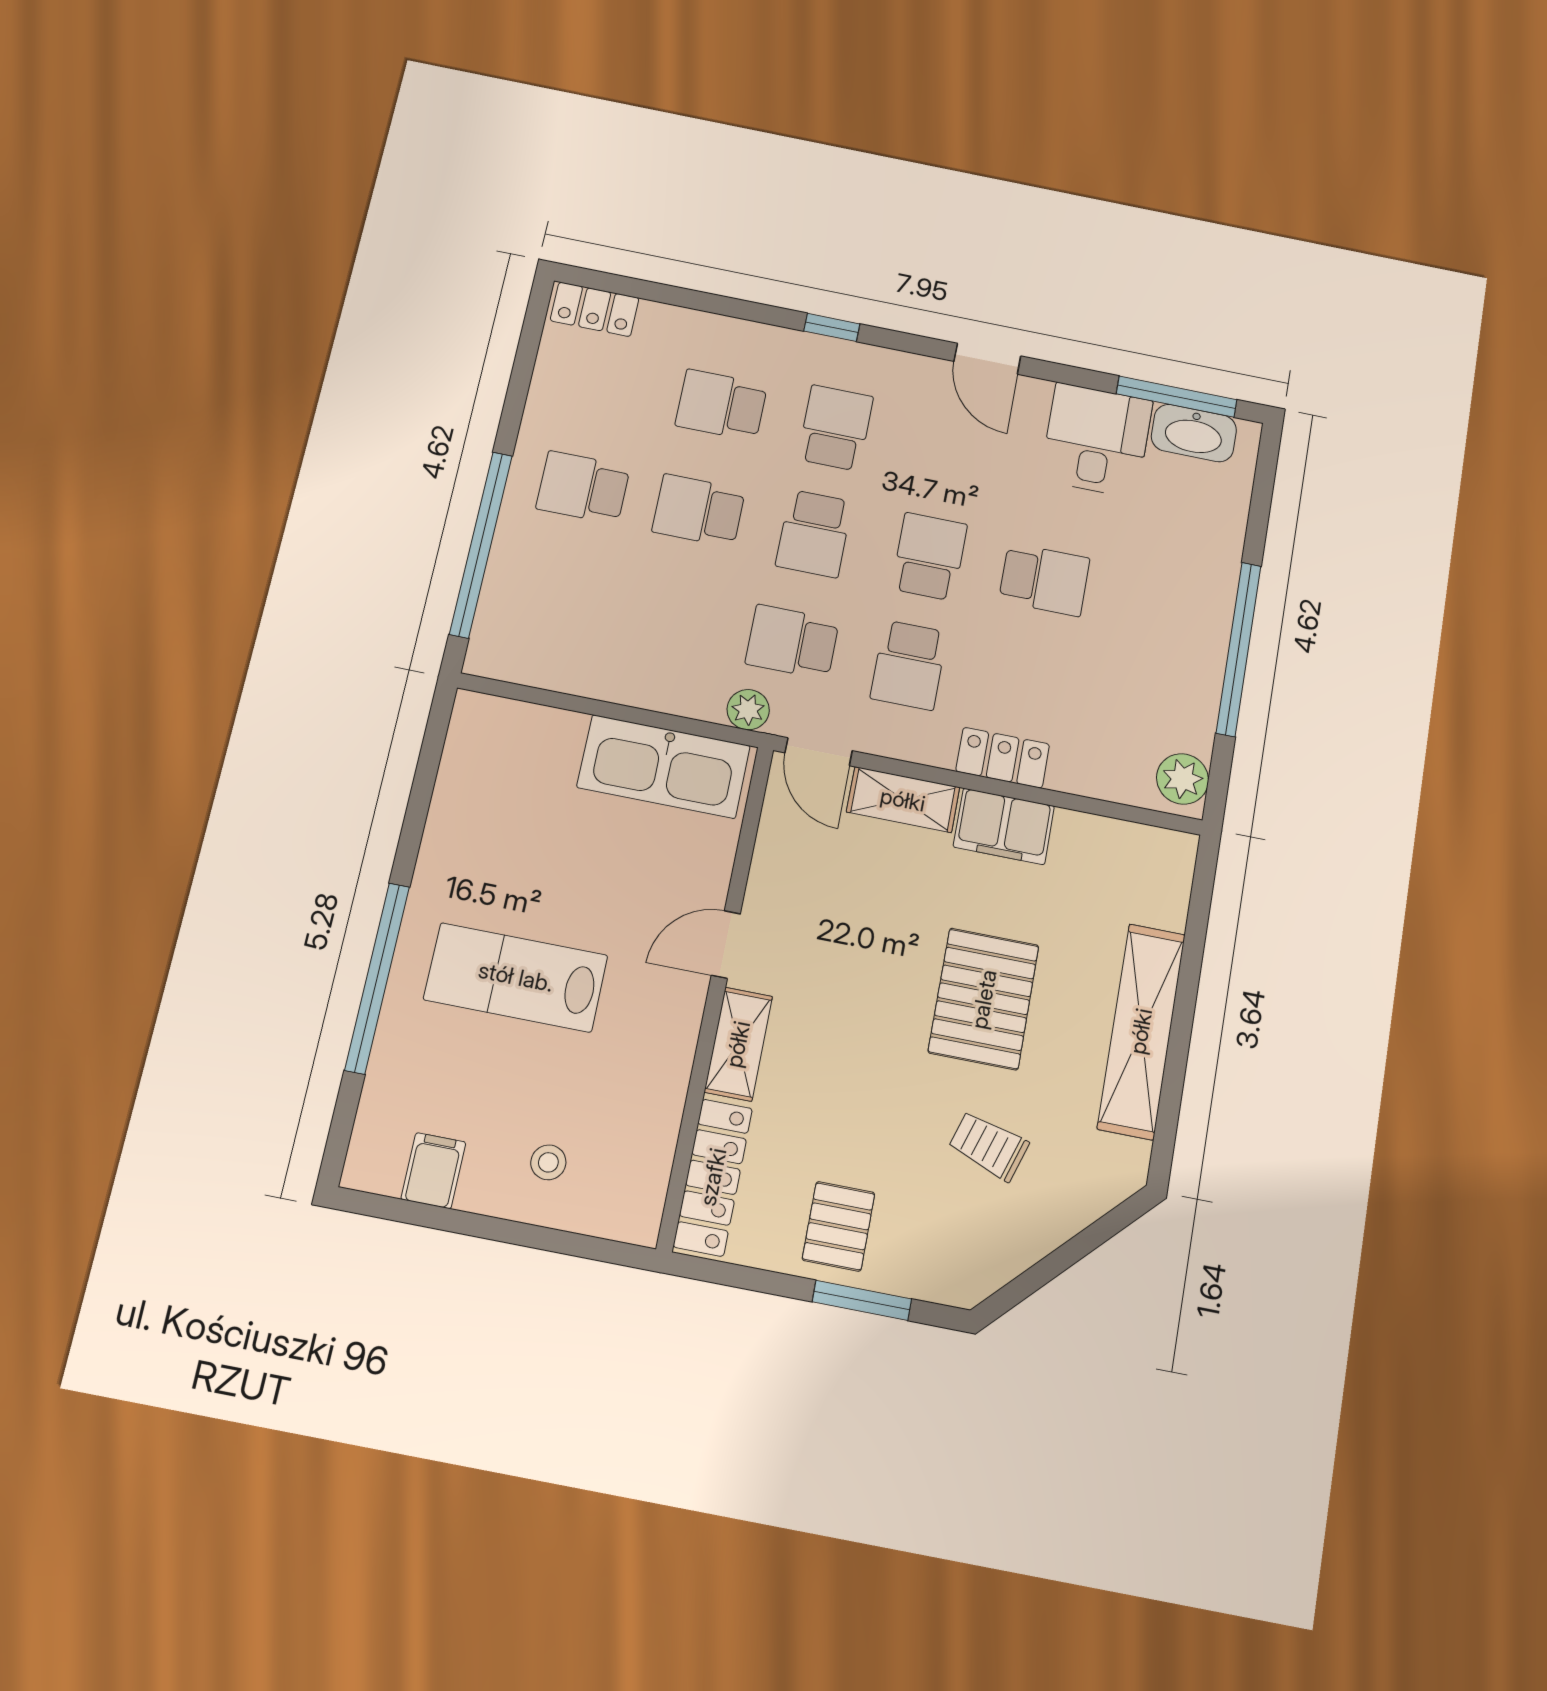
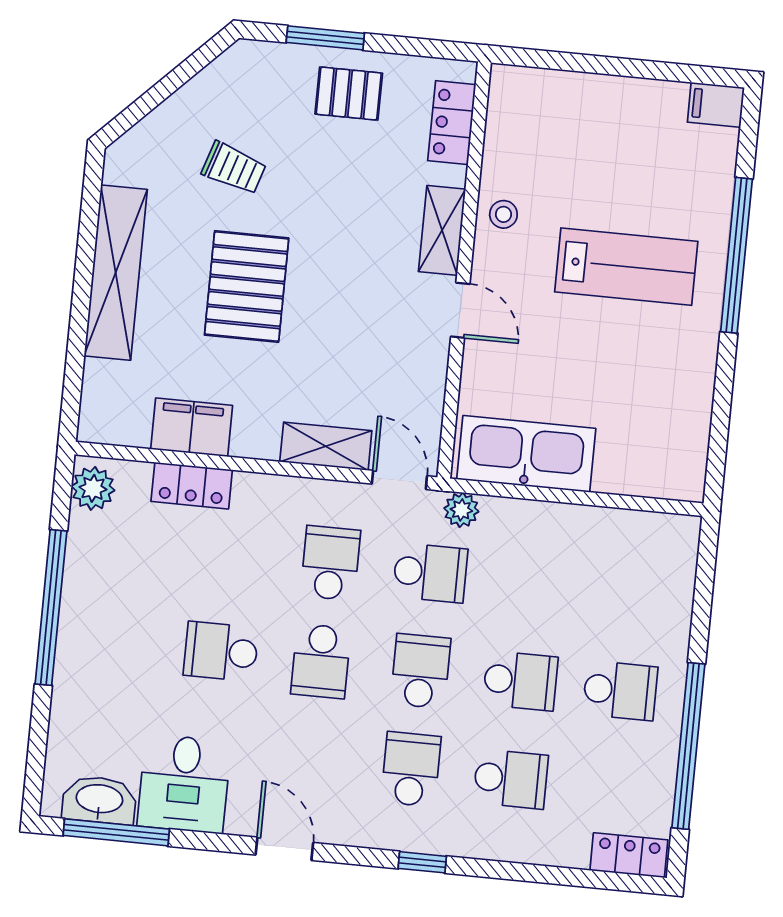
school desk: (835, 428) -> (411, 769), turned 180
window: (481, 544) -> (688, 746), moved
locker: (1003, 758) -> (192, 486), moved
filing cabinet: (1004, 826) -> (192, 427), moved
door: (726, 945) -> (460, 310), hinge flipped
stool: (548, 1162) -> (503, 214), moved
filing cabinet: (433, 1171) -> (716, 105), moved, turned 90
locker: (713, 1177) -> (452, 123), width x0.66
pallet: (839, 1226) -> (349, 94), turned 90

